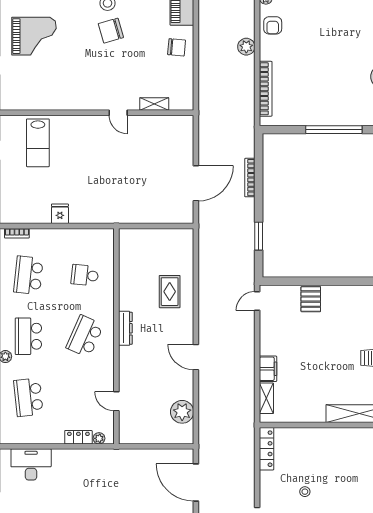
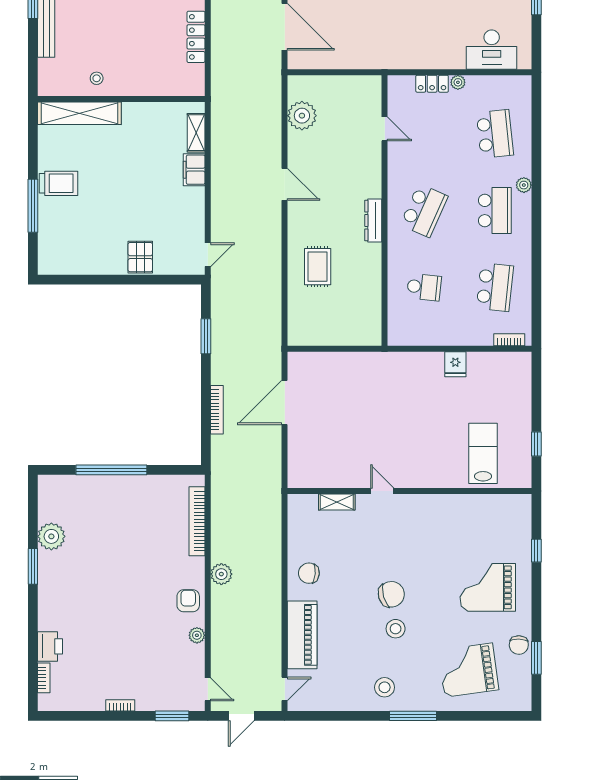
plant: (99, 438) -> (458, 82), moved
locker: (266, 449) -> (196, 37), moved
stool: (305, 492) -> (97, 78), moved

